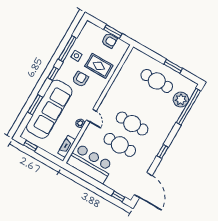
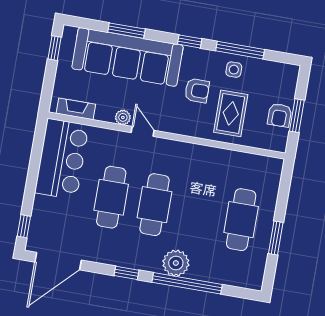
plant: (181, 100) -> (176, 263), moved
window: (188, 107) -> (187, 283), moved
door: (91, 116) -> (143, 131), swing flipped

